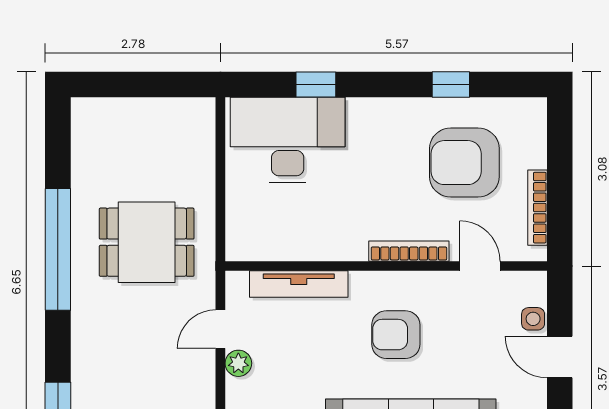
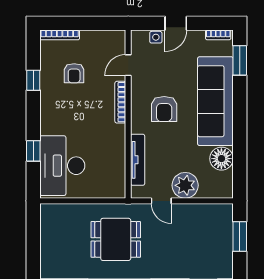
armchair: (464, 163) -> (74, 73), width x0.53, depth x0.53
bookcase: (537, 208) -> (60, 35), moved
dining table: (147, 242) -> (116, 239), turned 90
plant: (238, 363) -> (185, 185), width x1.88, depth x1.88

